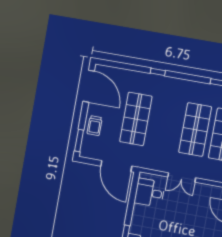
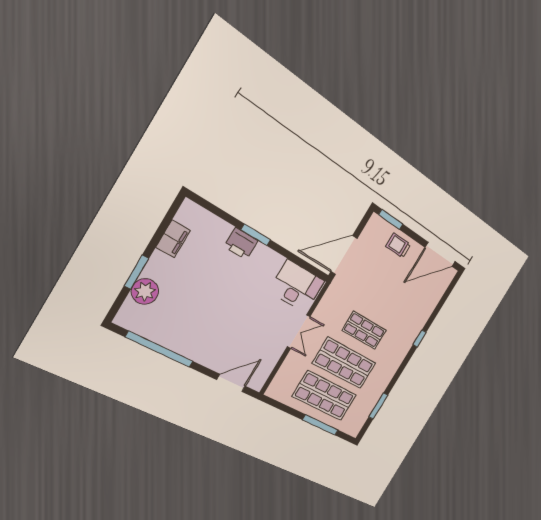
shop shelf: (136, 119) -> (364, 330), moved, width x0.70, depth x0.74
double door: (182, 177) -> (299, 332), swing flipped
desk: (150, 193) -> (297, 286), width x1.37

